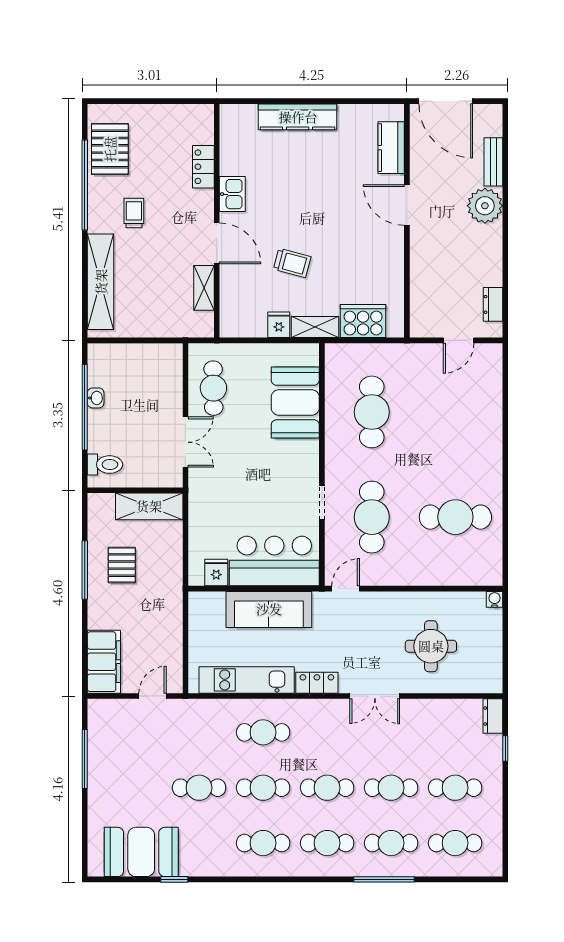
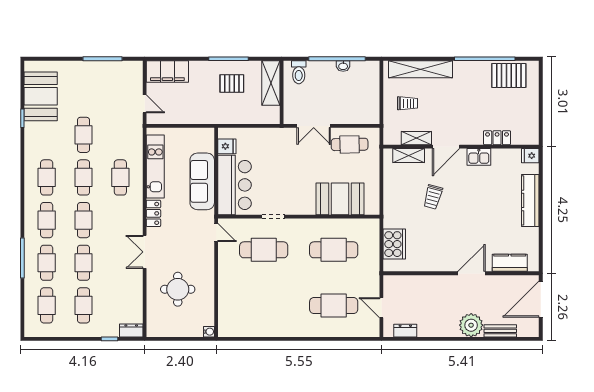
trolley: (134, 213) -> (407, 103), moved
fridge: (279, 325) -> (530, 156), moved, turned 180
shelving: (315, 327) -> (409, 156), moved, turned 90
shelving: (149, 506) -> (271, 83), moved
cafe table: (455, 517) -> (334, 306), moved, turned 90

